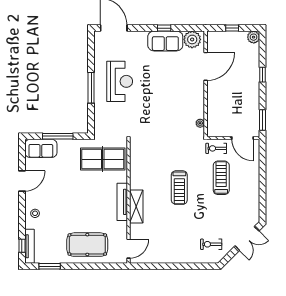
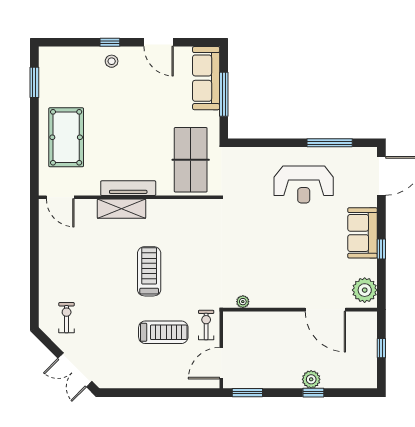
plant: (254, 37) -> (311, 379), moved
sofa: (165, 41) -> (363, 233), moved
window: (91, 88) -> (330, 143), moved
sofa: (41, 148) -> (206, 78), width x1.36
treadmill: (179, 188) -> (149, 271), turned 90
window: (22, 246) -> (110, 42), moved
tv unit: (30, 246) -> (64, 53), removed

